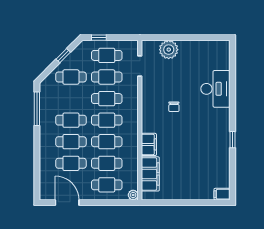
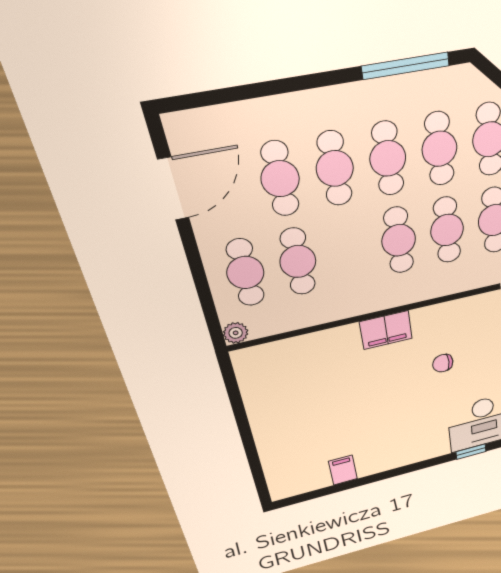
window: (232, 140) -> (471, 452), moved
cafe table: (107, 142) -> (439, 149), moved
filing cabinet: (149, 144) -> (386, 330), moved
filing cabinet: (150, 174) -> (293, 355), removed
filing cabinet: (222, 194) -> (343, 470), moved

